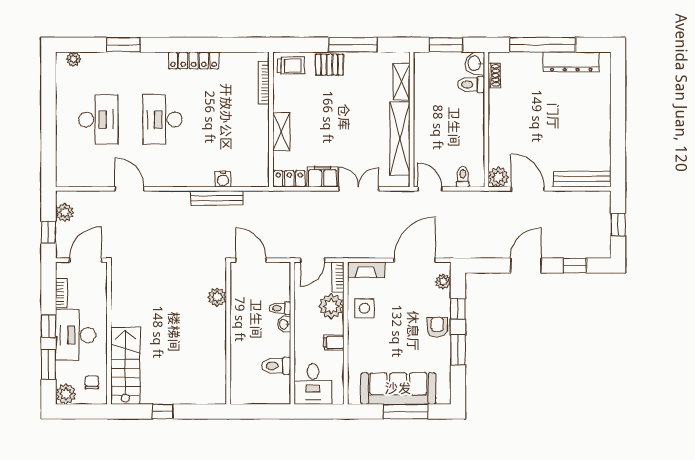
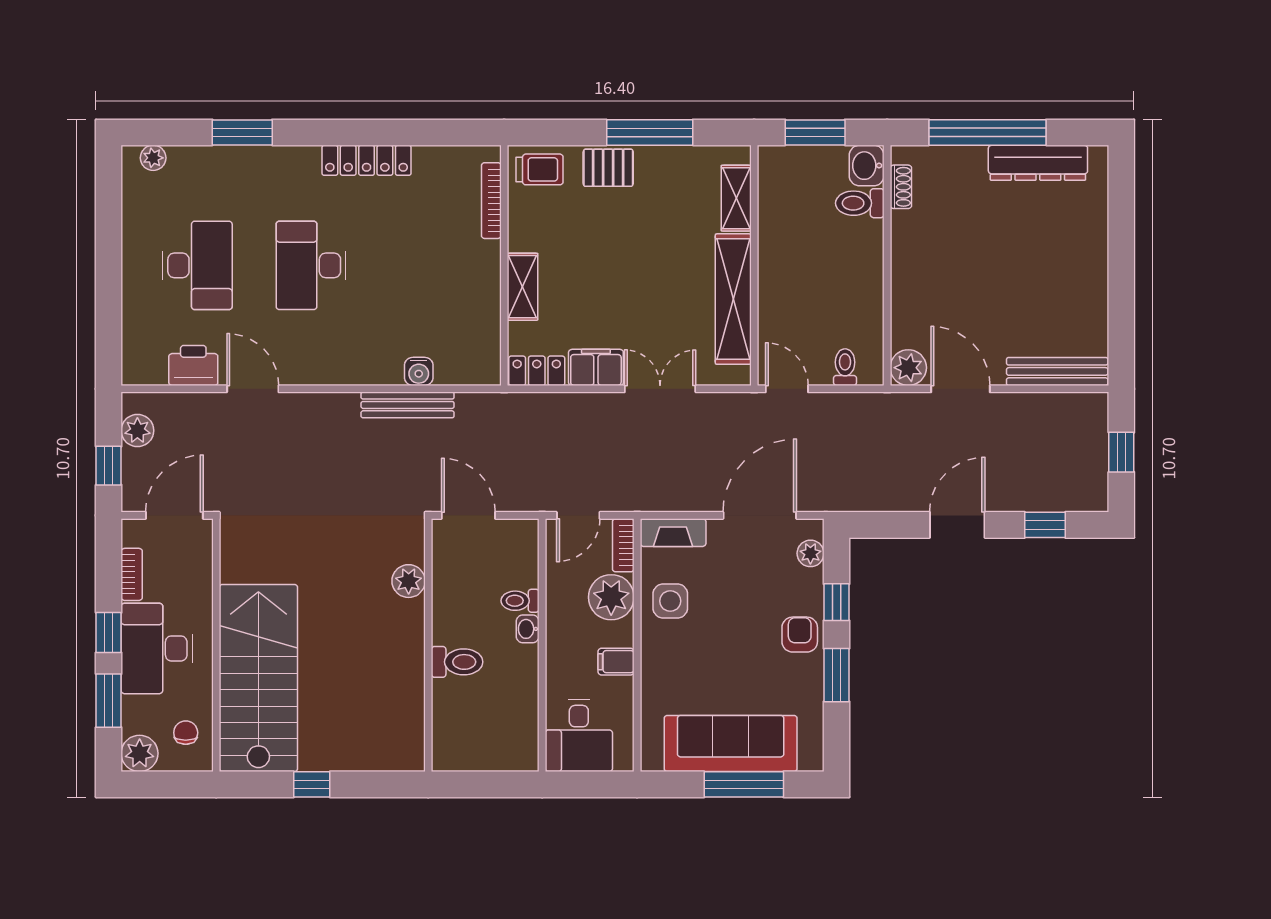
printer: (96, 176) -> (193, 365), added
stairs: (125, 366) -> (258, 678), width x1.36, depth x1.51
toilet: (276, 366) -> (457, 662), moved, turned 180

